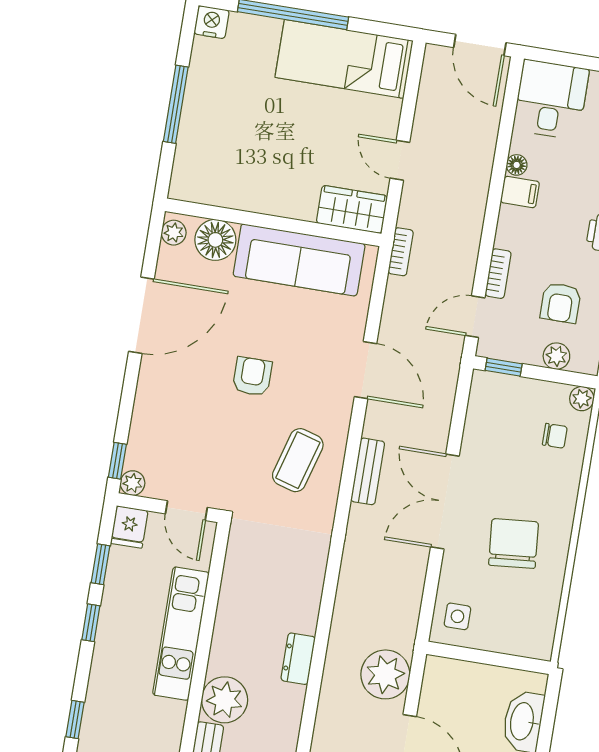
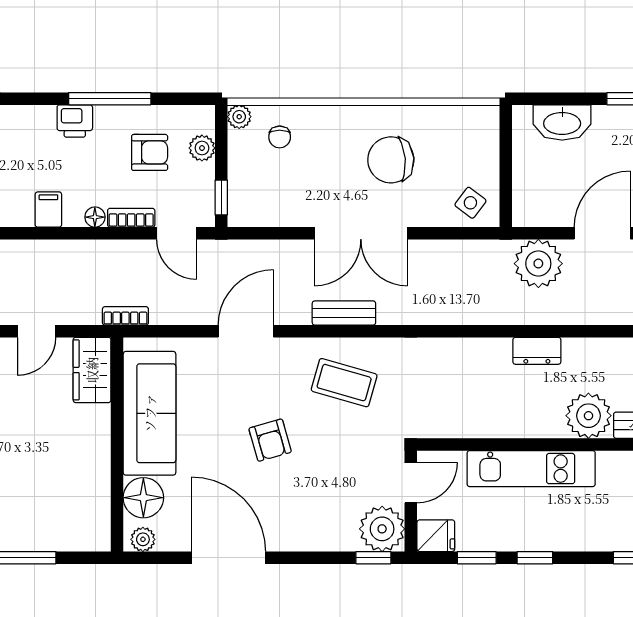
floor lamp: (517, 165) -> (95, 217), moved
armchair: (252, 376) -> (270, 440), turned -106
chair: (555, 436) -> (280, 137), turned 180
plant: (133, 483) -> (382, 529), width x1.87, depth x1.87
side table: (457, 616) -> (470, 203), turned 37

